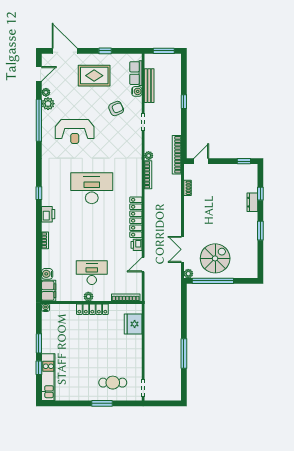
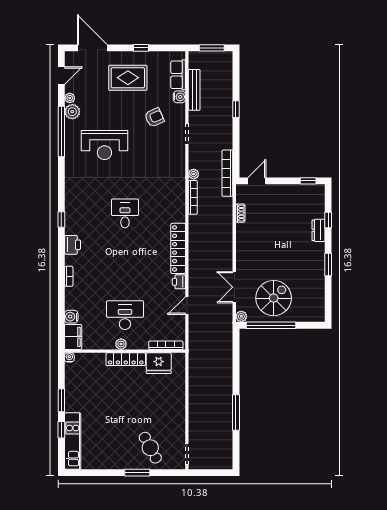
desk: (92, 188) -> (125, 213), width x0.53, depth x0.77
fridge: (133, 324) -> (159, 363), moved, turned -90
cafe table: (113, 383) -> (150, 448), turned 62

